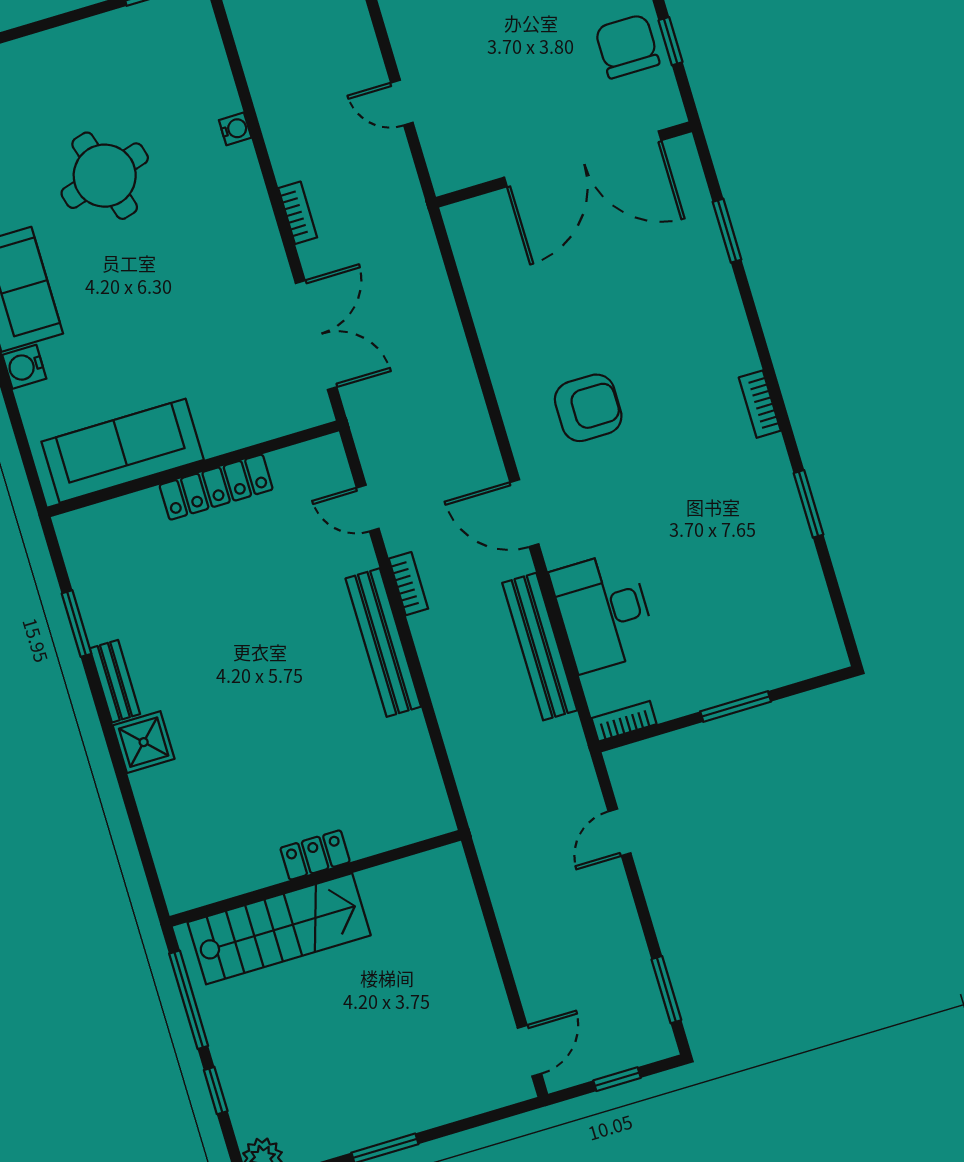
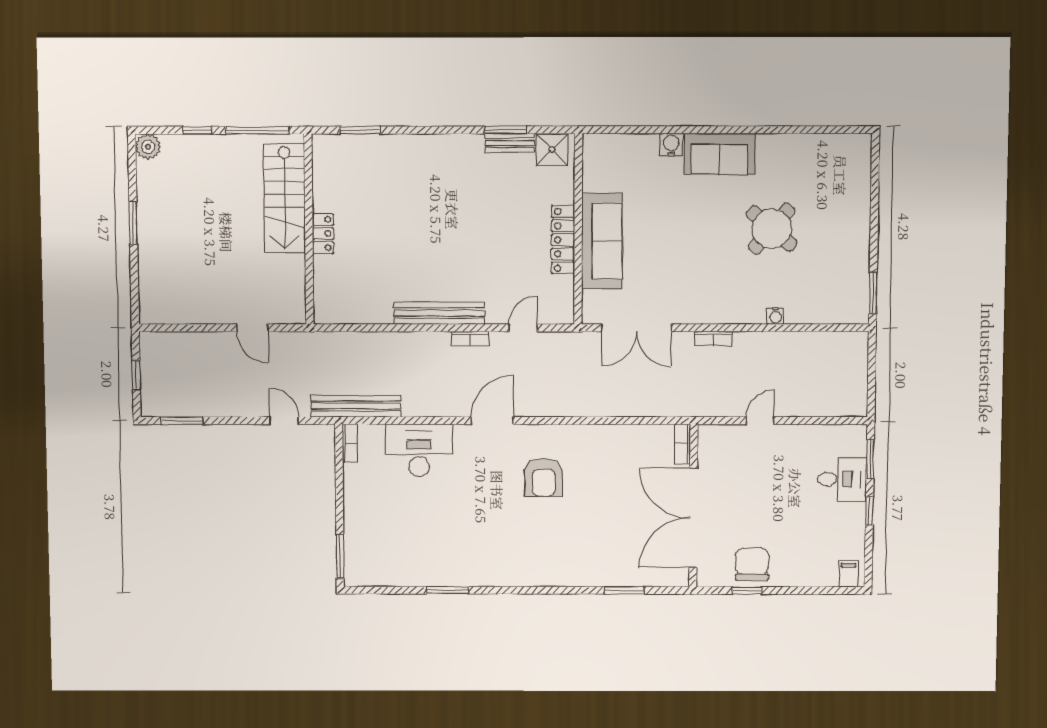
chair: (627, 46) -> (752, 564), turned -90
round table: (105, 176) -> (772, 229), turned -34
bookcase: (760, 404) -> (682, 444), moved, turned -90
sofa: (123, 451) -> (602, 241), moved
bench: (540, 647) -> (356, 406), moved
bench: (115, 681) -> (510, 143), moved
window: (736, 707) -> (340, 556), moved
shower: (144, 742) -> (552, 149), moved
window: (142, 844) -> (360, 130), added
door: (530, 1051) -> (252, 328), moved

